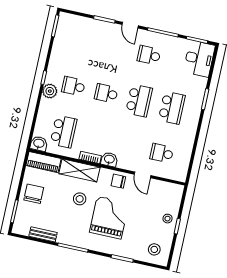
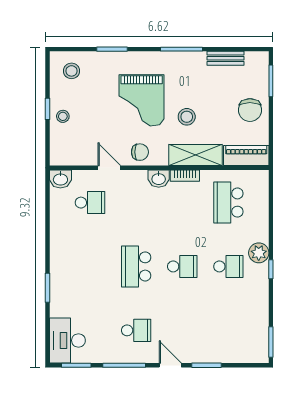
school desk: (172, 108) -> (90, 266), removed
washbasin: (39, 144) -> (60, 179), moved

